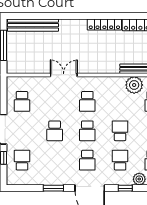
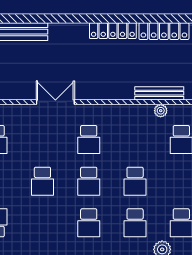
plant: (134, 85) -> (161, 111), width x0.53, depth x0.53
school desk: (120, 131) -> (135, 181), turned 180
school desk: (120, 160) -> (135, 223), turned 180

